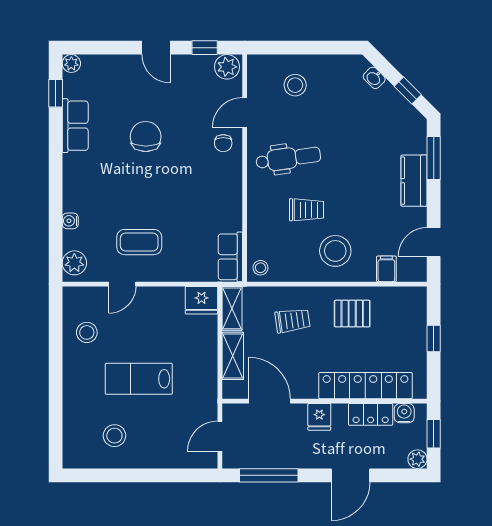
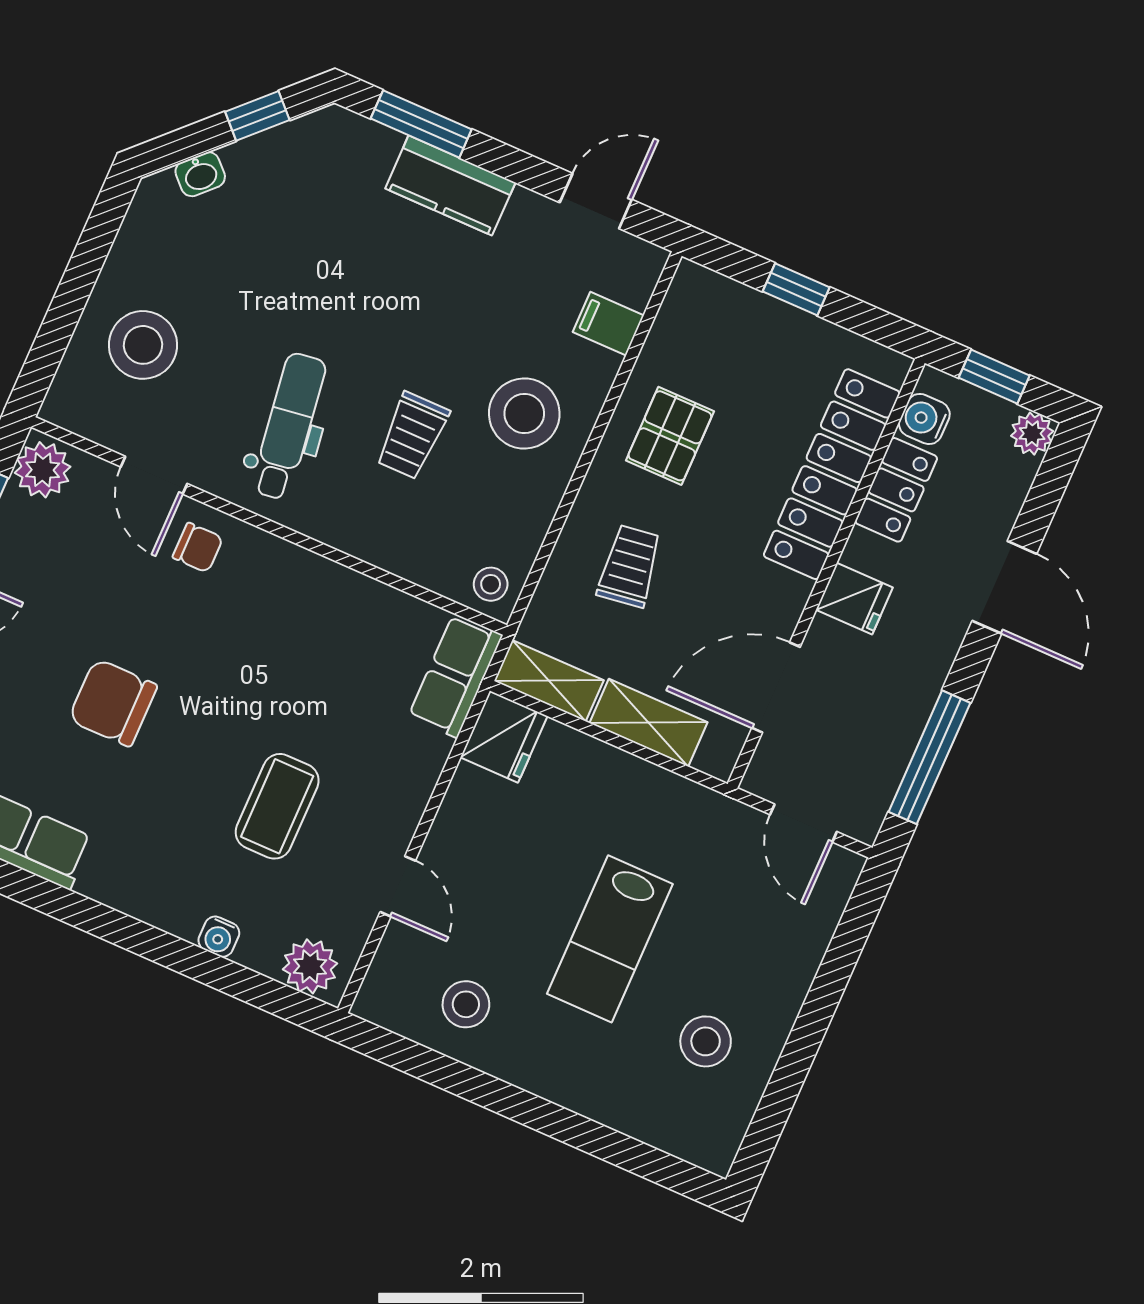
stool: (295, 85) -> (143, 345), width x1.38, depth x1.38
trolley: (306, 210) -> (412, 436), turned 180
coffee table: (139, 242) -> (277, 806), moved
door: (434, 242) -> (596, 201), swing flipped
row of seats: (230, 257) -> (455, 676), moved, turned 90

